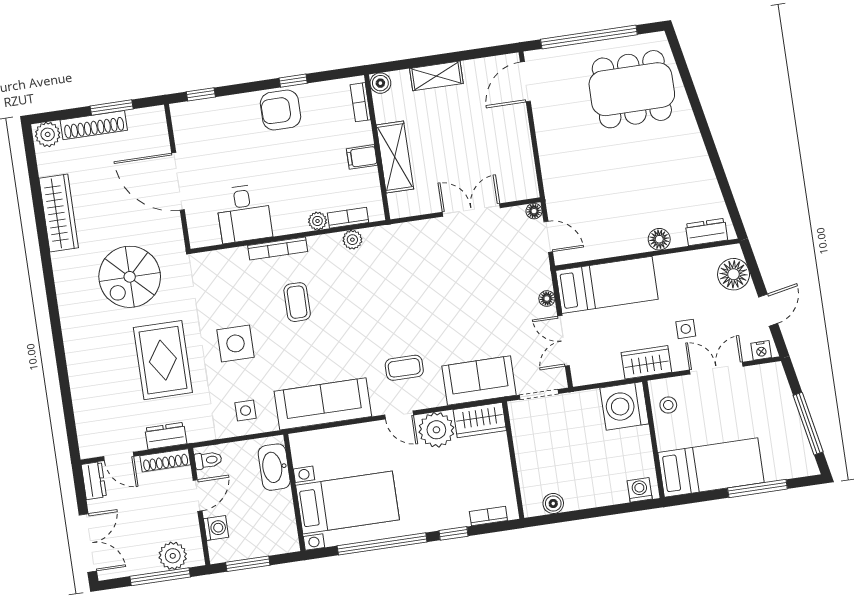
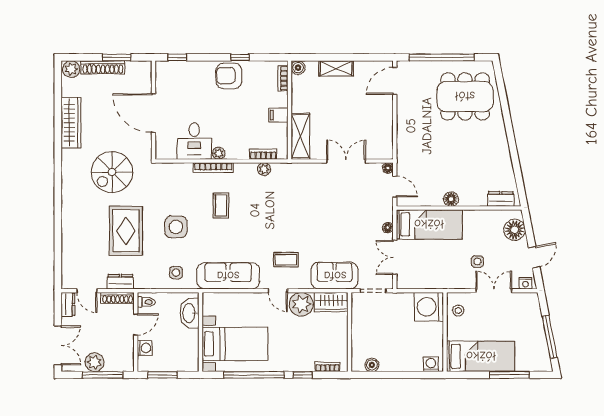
shelving: (395, 157) -> (300, 136), moved
plant: (318, 221) -> (219, 153), moved
floor lamp: (659, 239) -> (451, 199), moved
wardrobe: (646, 362) -> (448, 280), removed
plant: (173, 556) -> (94, 362), moved

